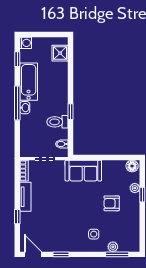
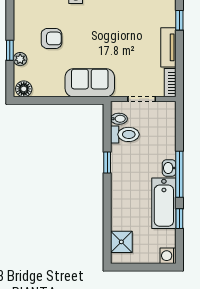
window: (17, 59) -> (179, 219), moved
toilet: (57, 122) -> (125, 134), moved

